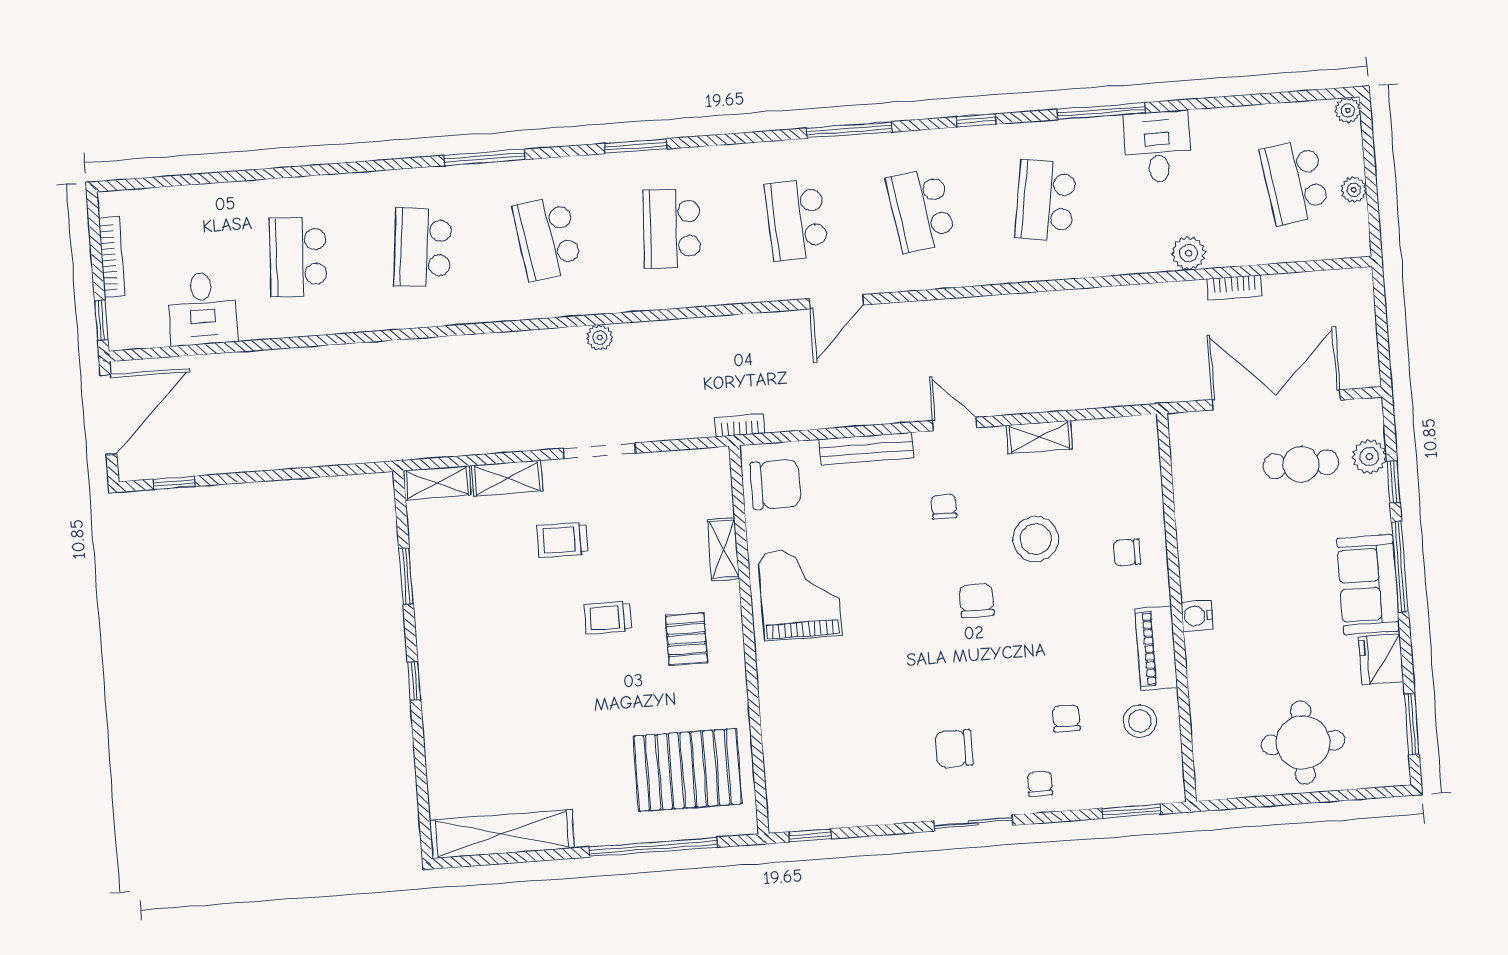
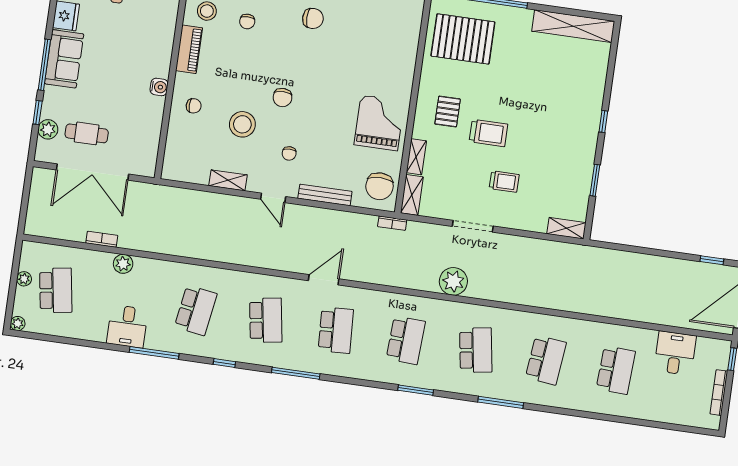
plant: (600, 338) -> (453, 281), width x1.87, depth x1.87
shelving: (507, 478) -> (412, 195), moved, turned 90
chair: (776, 484) -> (379, 186), turned -90
grand piano: (800, 594) -> (379, 123), turned 180
water cooler: (1197, 616) -> (159, 87), moved
trolley: (608, 618) -> (489, 133), width x1.36, depth x1.39

